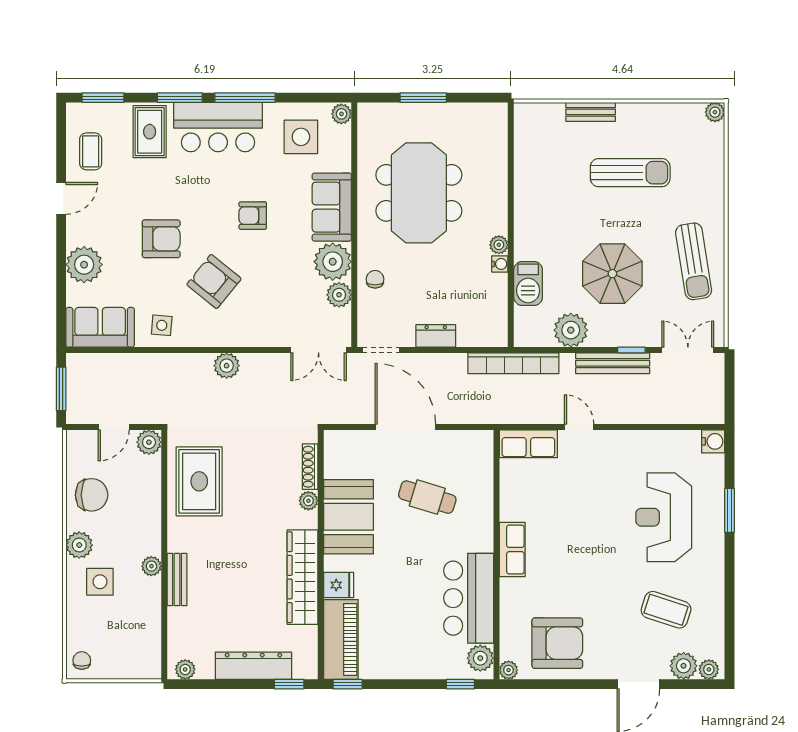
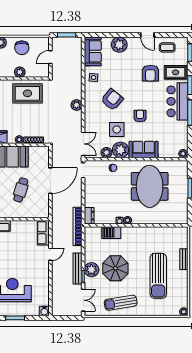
side table: (301, 137) -> (117, 129), moved
sun lounger: (630, 173) -> (158, 276), width x1.36, depth x1.34
meeting table: (419, 193) -> (150, 186), turned 90
armchair: (161, 239) -> (150, 73), moved
plant: (571, 330) -> (91, 270), moved
dresser: (436, 336) -> (89, 216), moved
double door: (319, 350) -> (83, 144), swing flipped
door: (114, 427) -> (50, 57), hinge flipped
plant: (149, 442) -> (20, 72), moved

